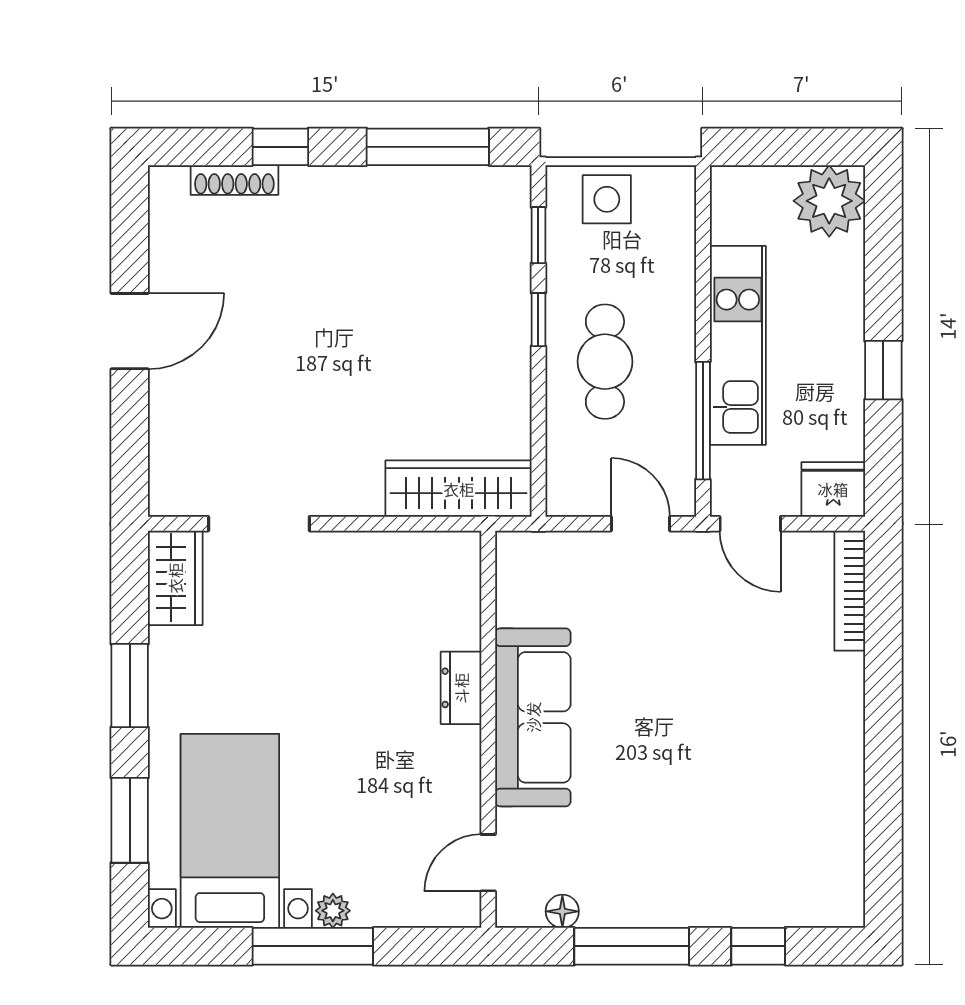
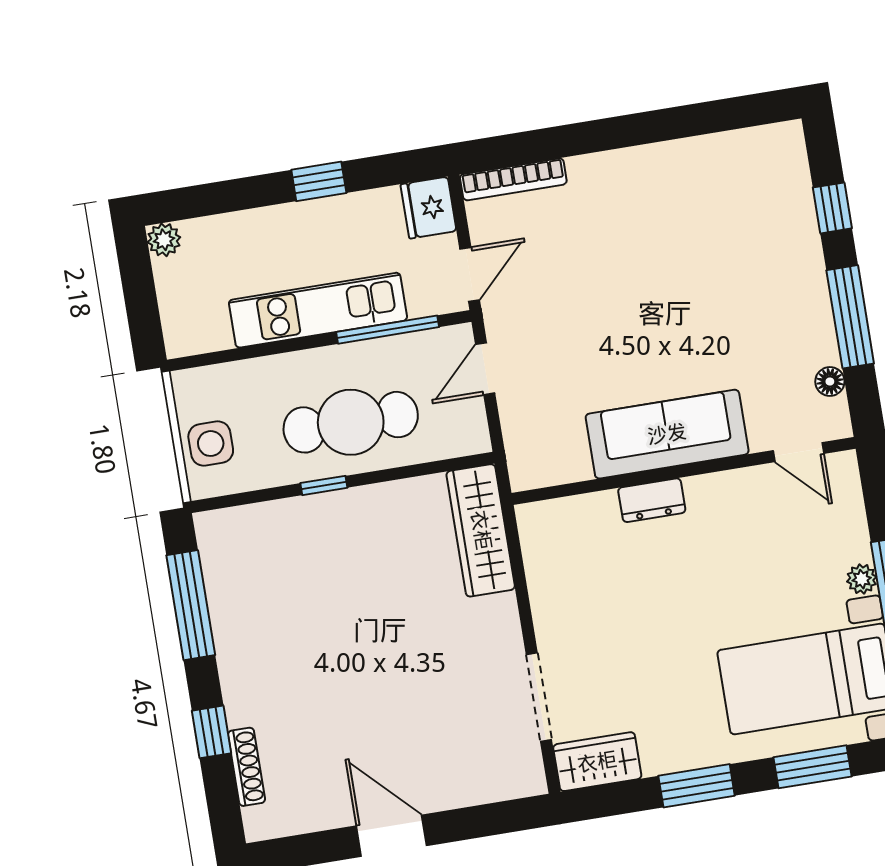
plant: (829, 201) -> (164, 240), width x0.53, depth x0.53
window: (538, 235) -> (251, 497), removed
cafe table: (605, 362) -> (351, 422), width x1.37, depth x1.35

